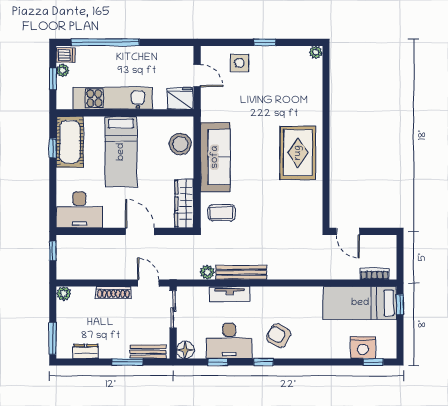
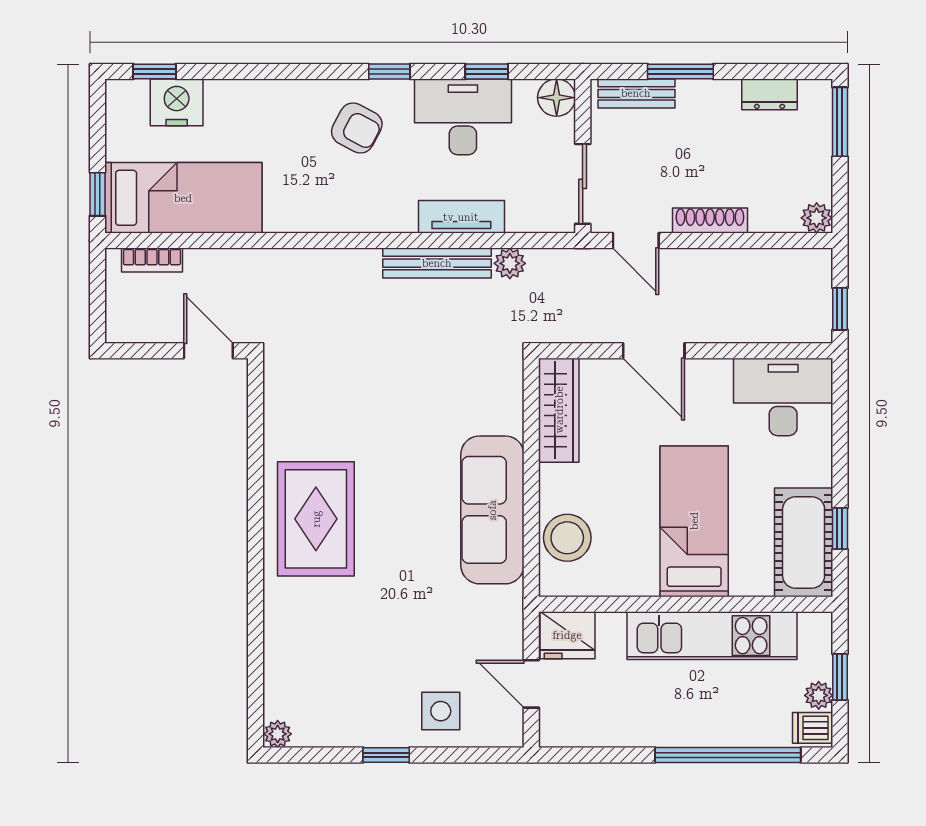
coffee table: (222, 213) -> (479, 391), removed

